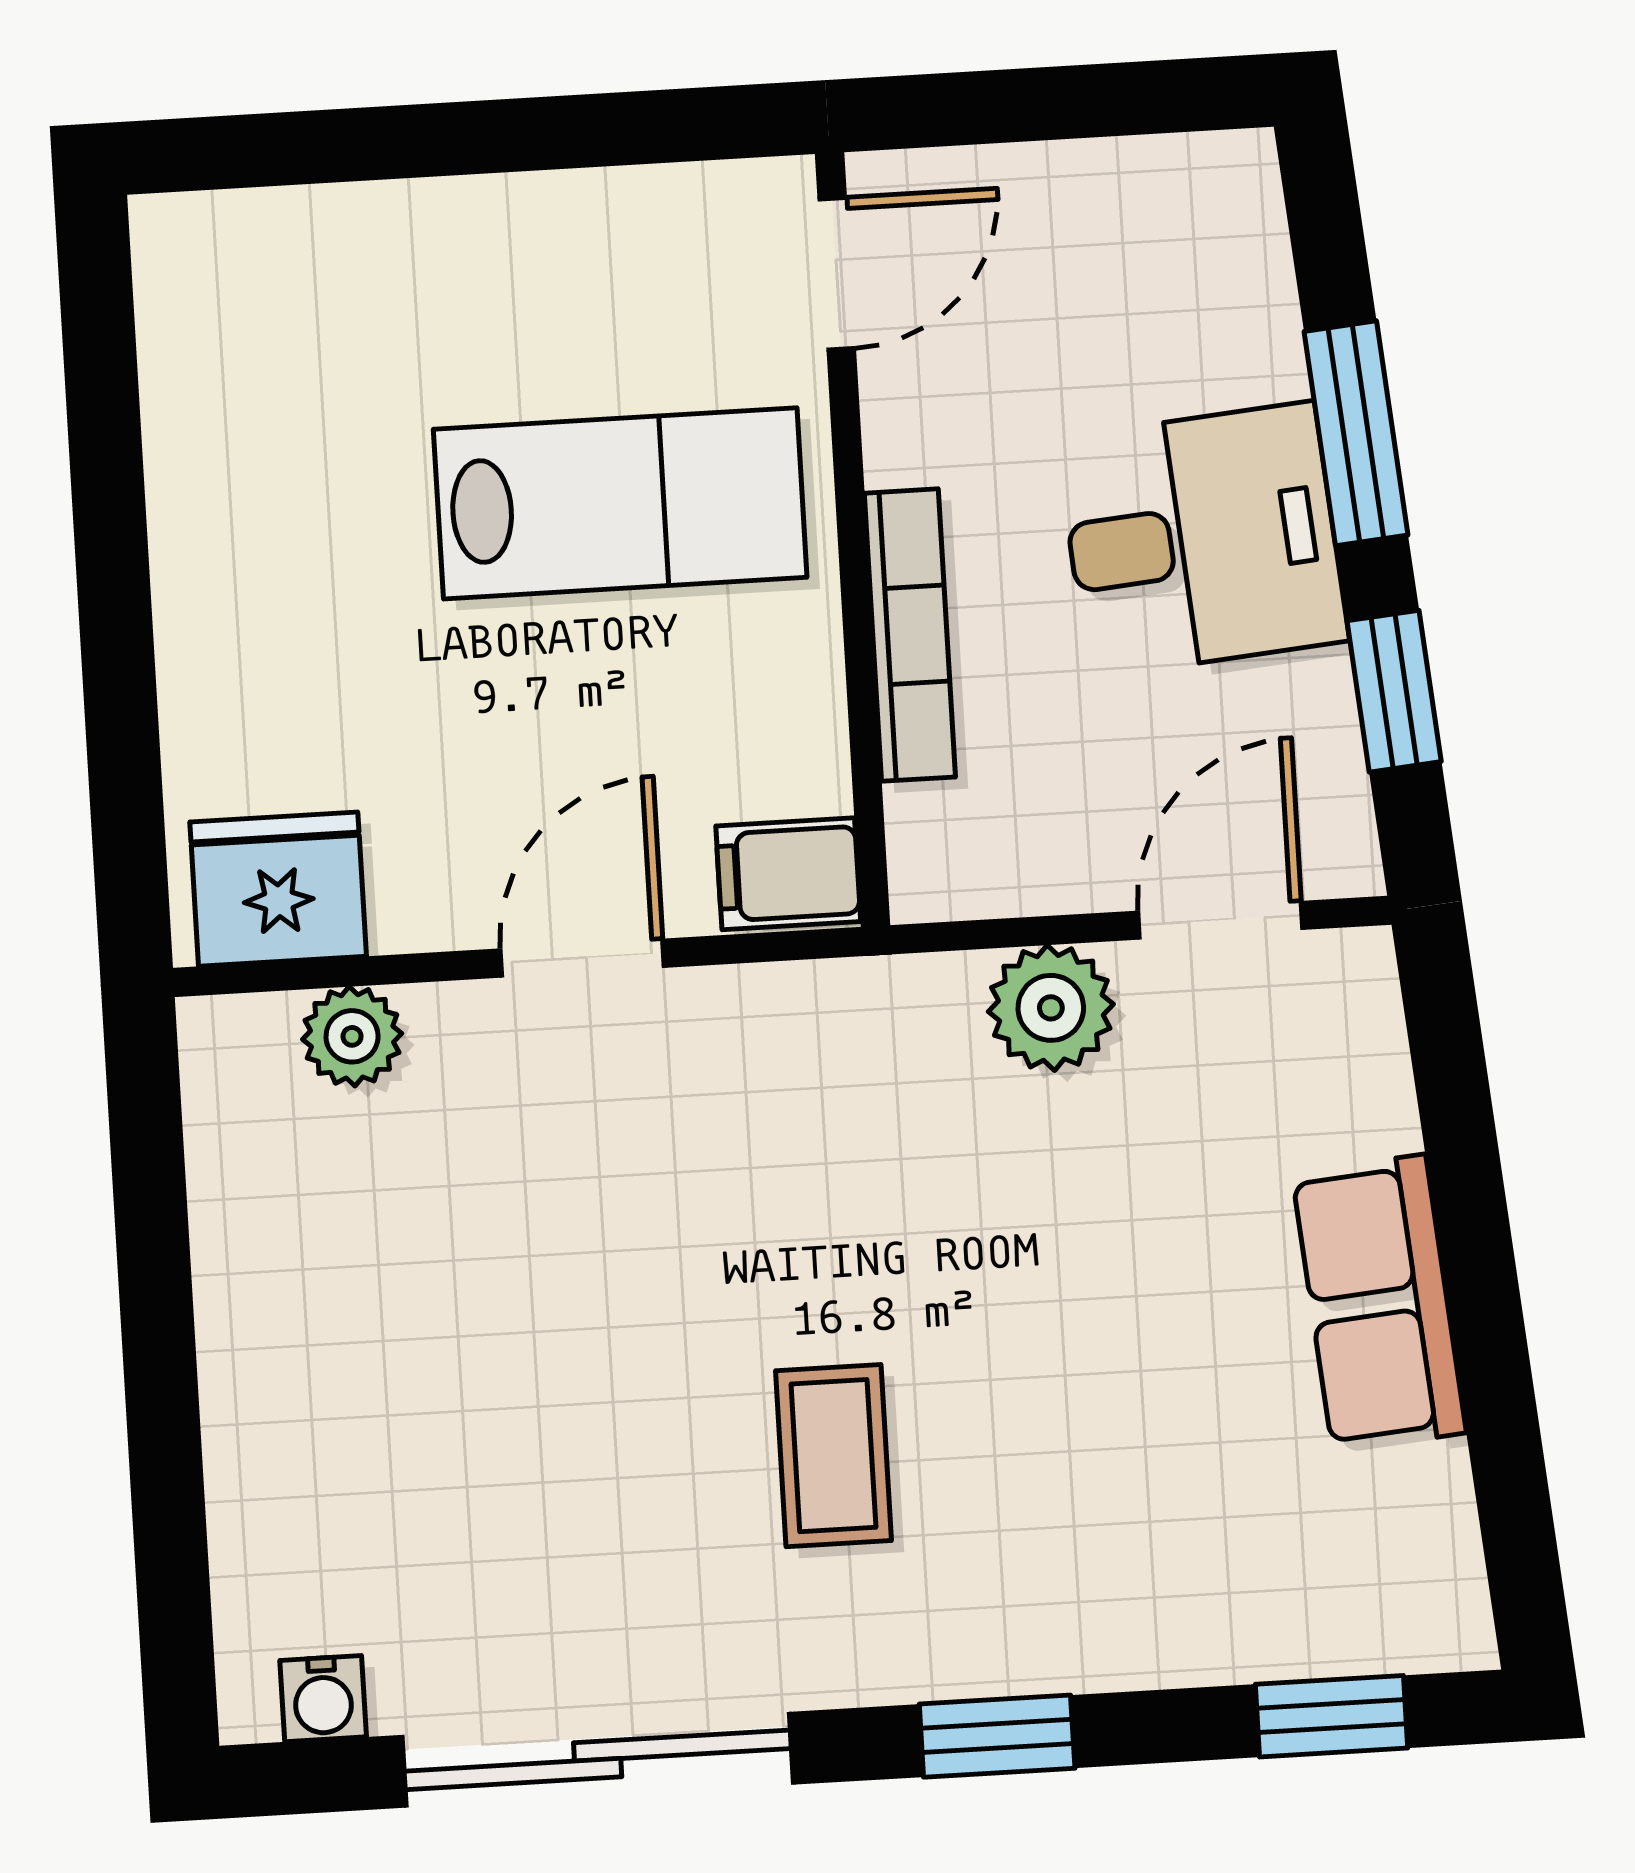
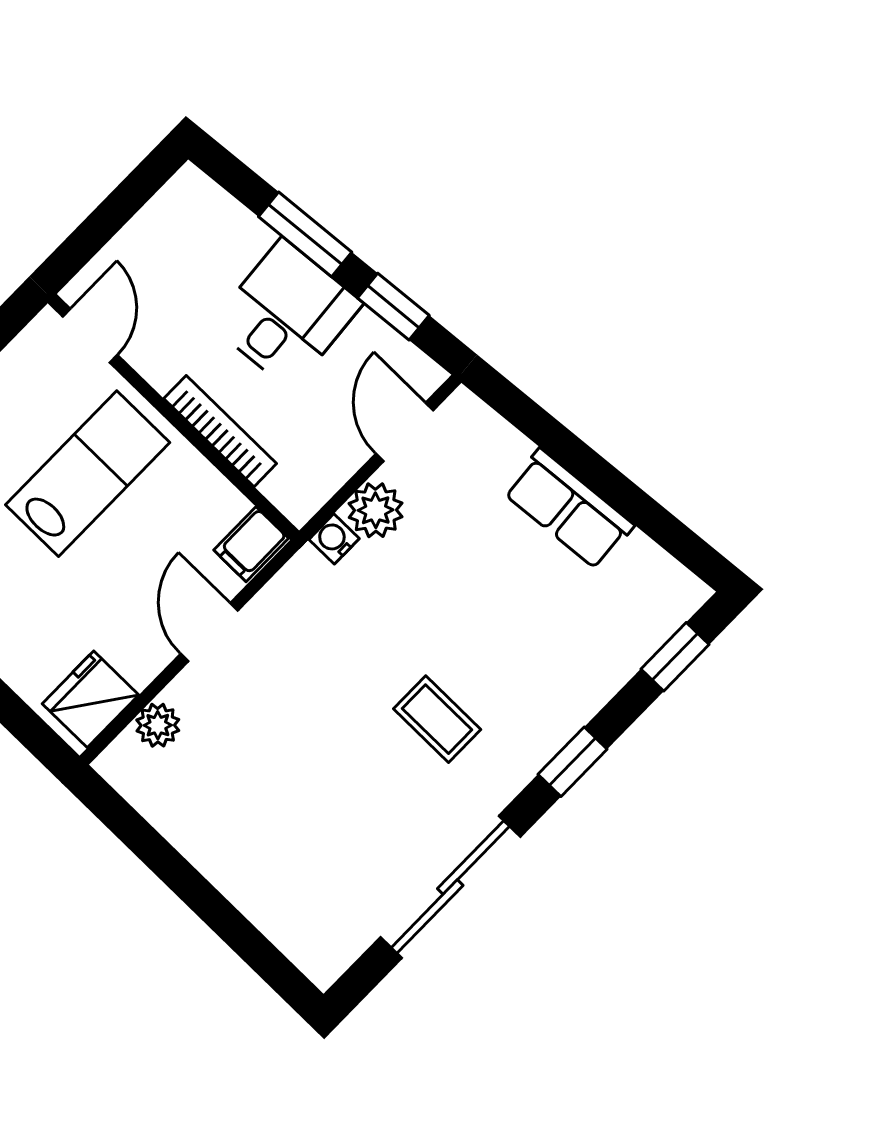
water cooler: (323, 1699) -> (334, 539), moved, turned 180

